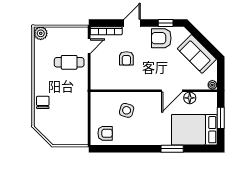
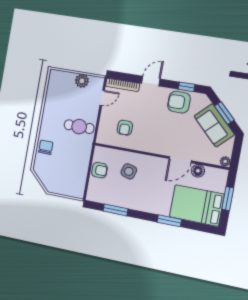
plant: (41, 33) -> (82, 81), moved
window: (204, 41) -> (224, 113), added
armchair: (126, 58) -> (125, 128), moved
cafe table: (69, 62) -> (79, 127), moved
armchair: (105, 133) -> (99, 170), moved
window: (121, 149) -> (115, 210), added

